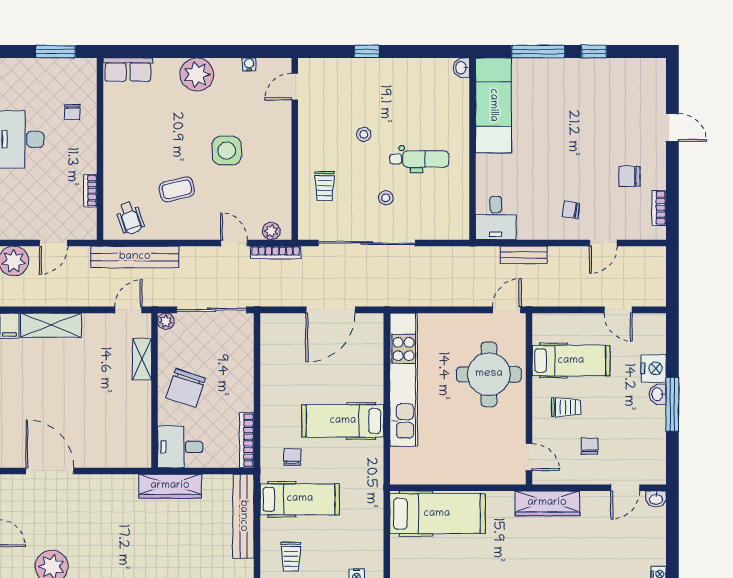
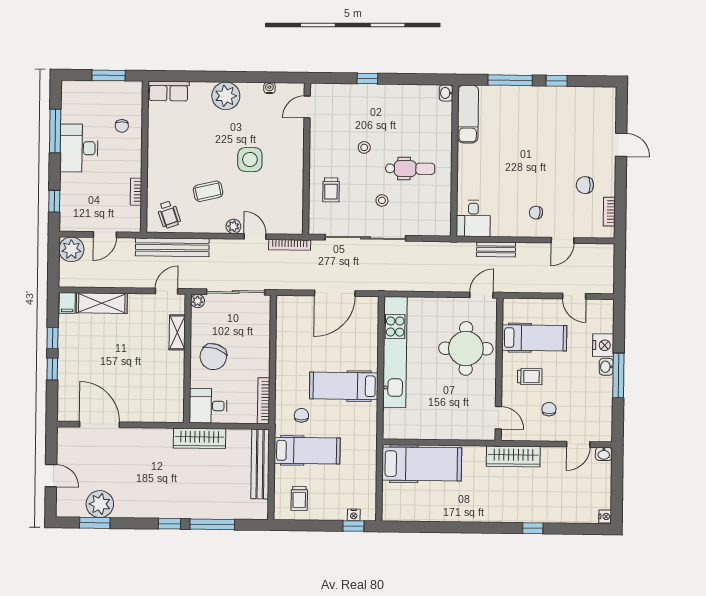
exam couch: (493, 105) -> (468, 114), width x0.73, depth x0.69
plant: (271, 231) -> (233, 226), moved

